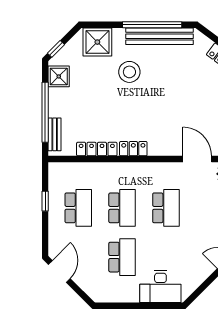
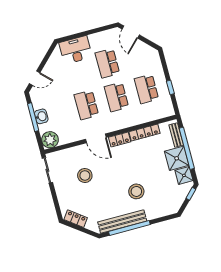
shower: (97, 42) -> (177, 158), moved
stool: (194, 112) -> (85, 175), added
door: (197, 159) -> (96, 138), moved
door: (59, 271) -> (131, 32), moved

